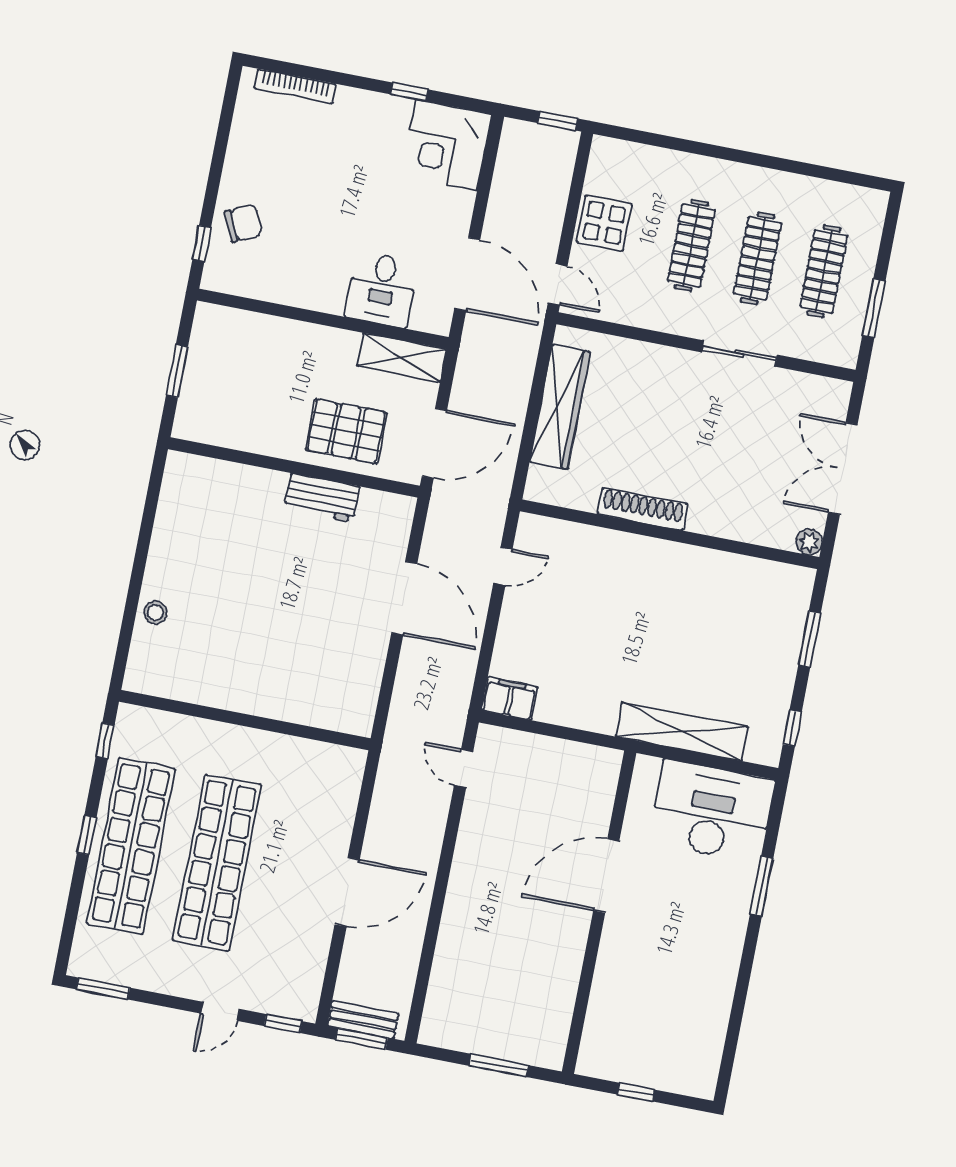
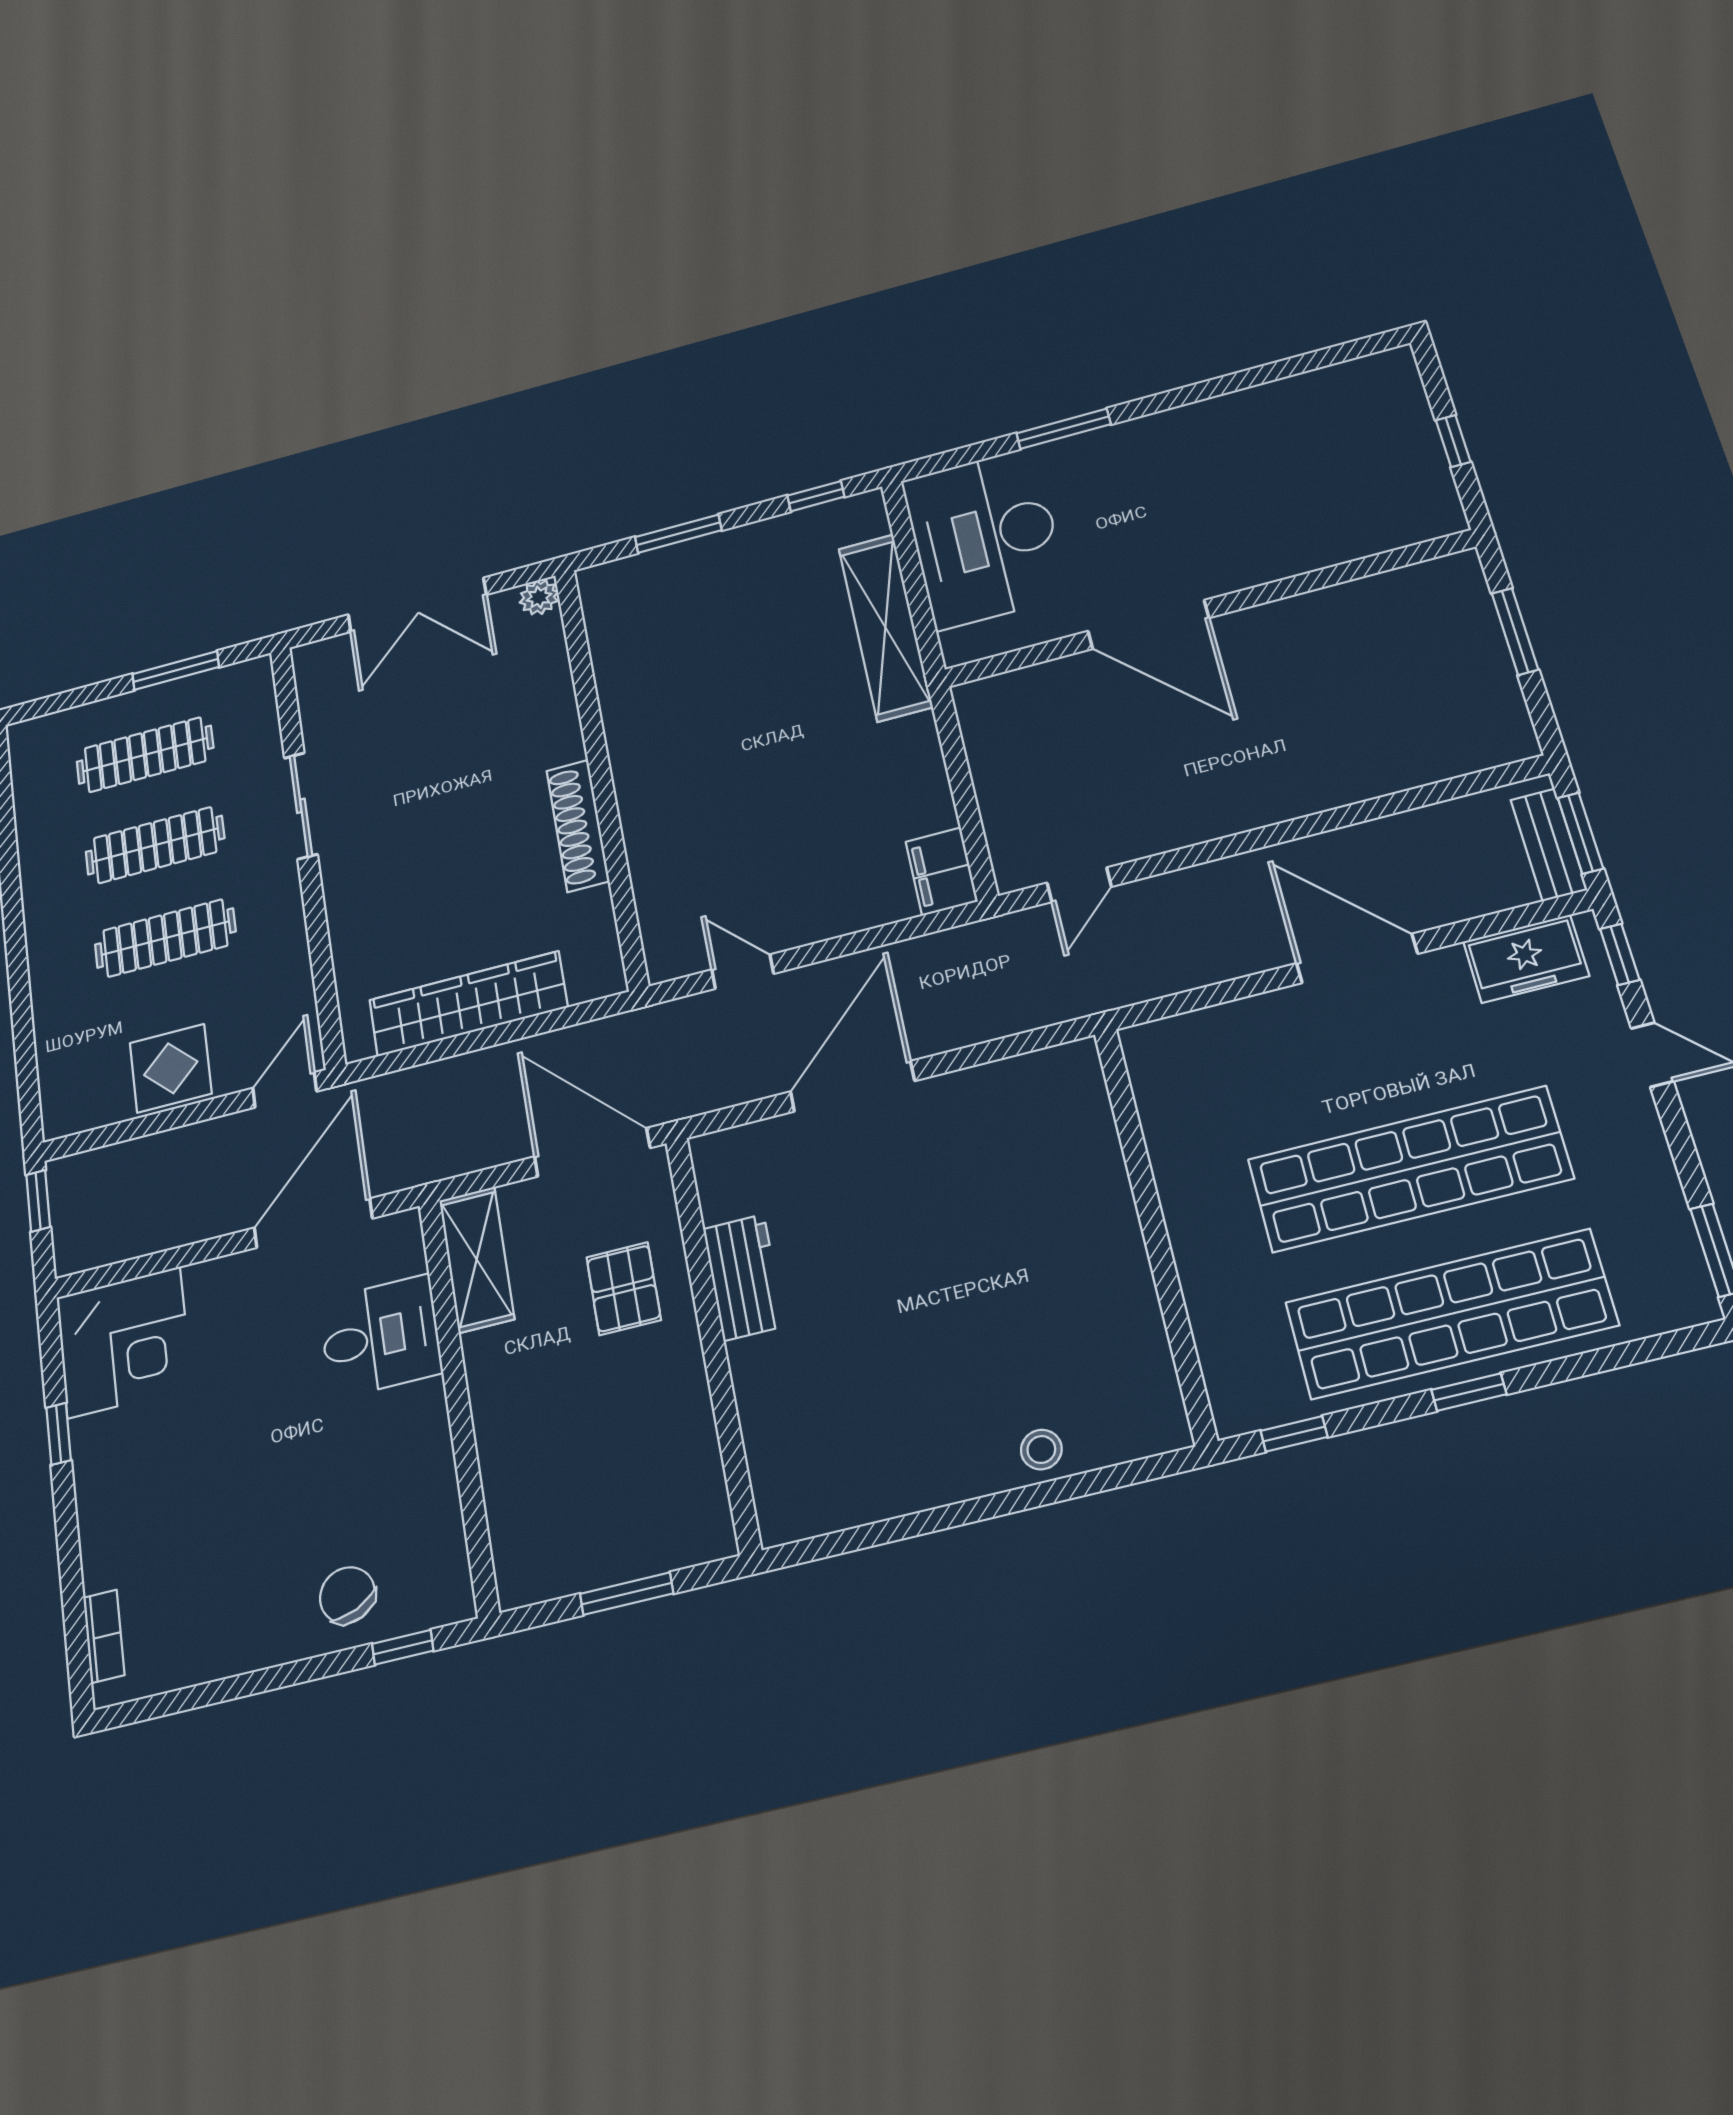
bookcase: (295, 86) -> (104, 1636), width x0.64
pallet: (346, 431) -> (624, 1289), width x0.67, depth x0.71
freezer: (304, 976) -> (1526, 959), added

